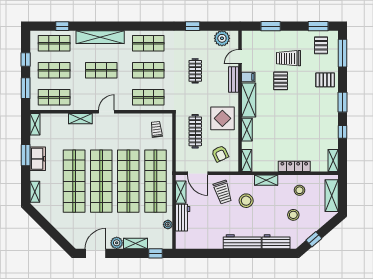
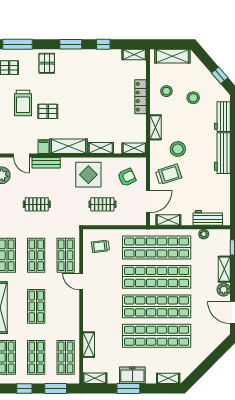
door: (106, 112) -> (81, 282), moved
shelving: (80, 119) -> (89, 345), moved
clothes rail: (195, 131) -> (102, 204), width x0.73
workbench: (183, 218) -> (208, 218), moved

